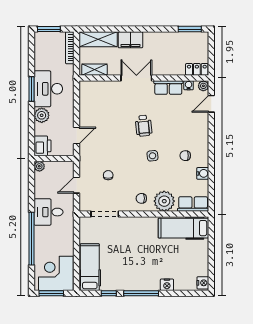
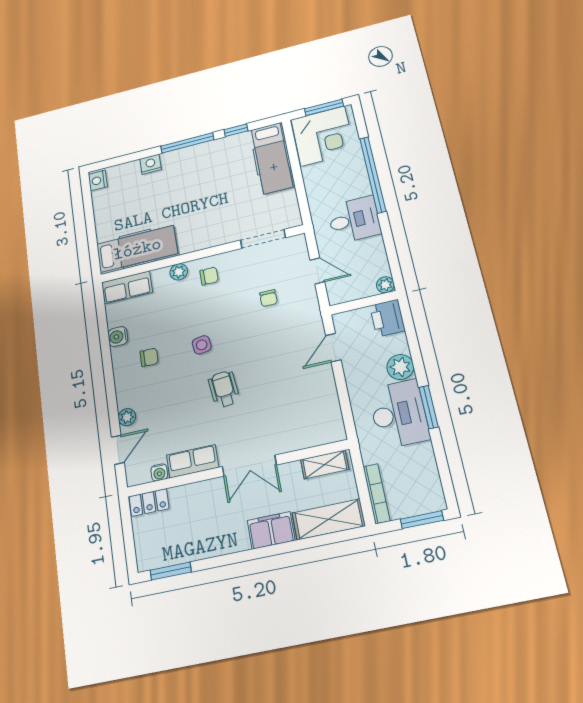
plant: (203, 86) -> (127, 417), moved
door: (76, 185) -> (317, 271), hinge flipped
plant: (164, 201) -> (179, 272), width x0.53, depth x0.53

